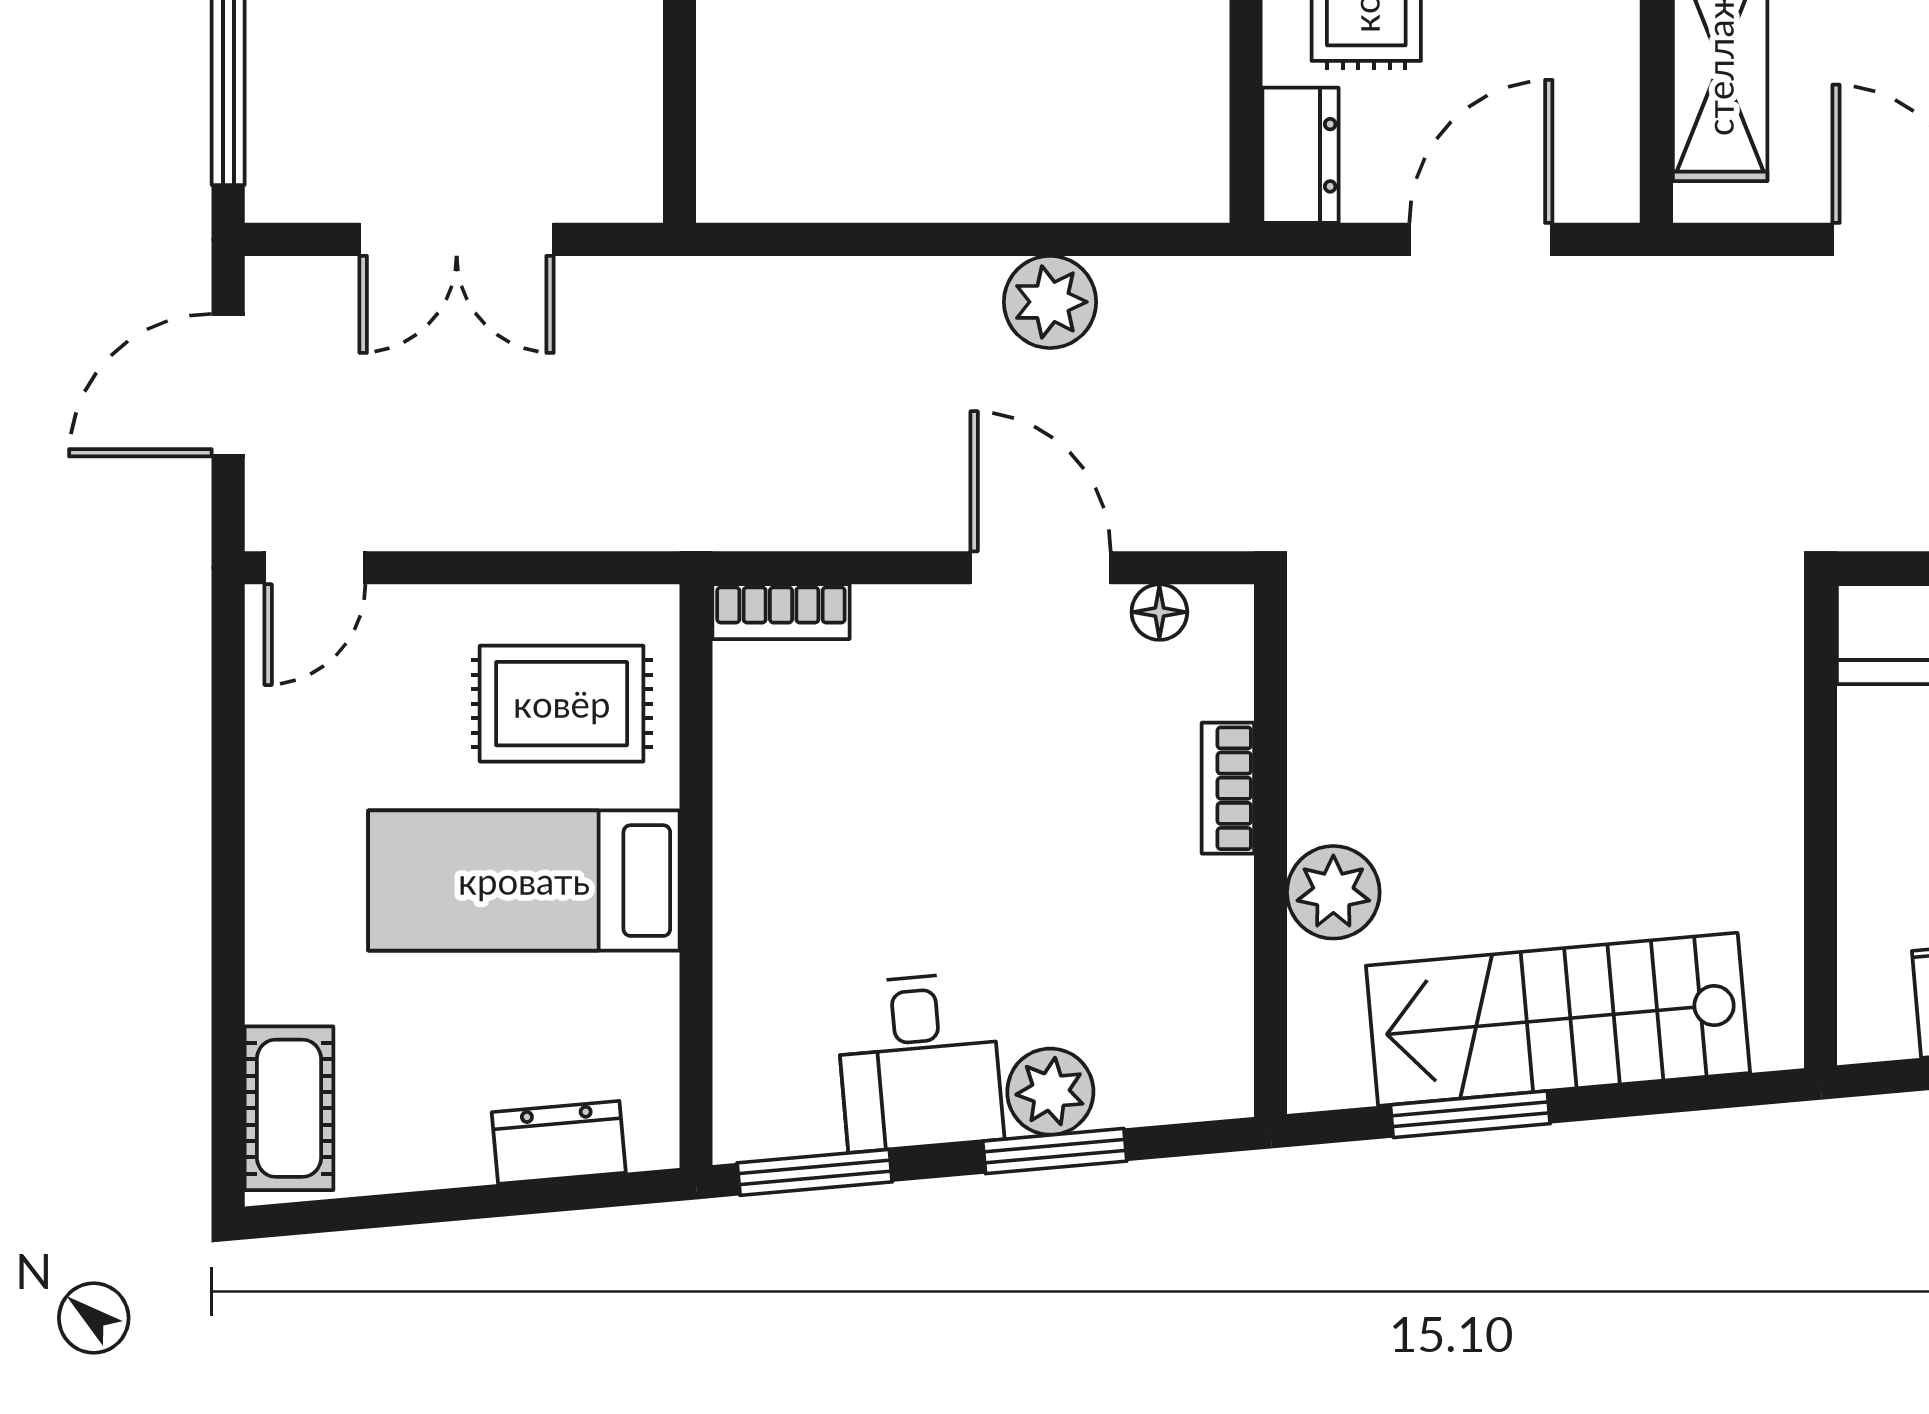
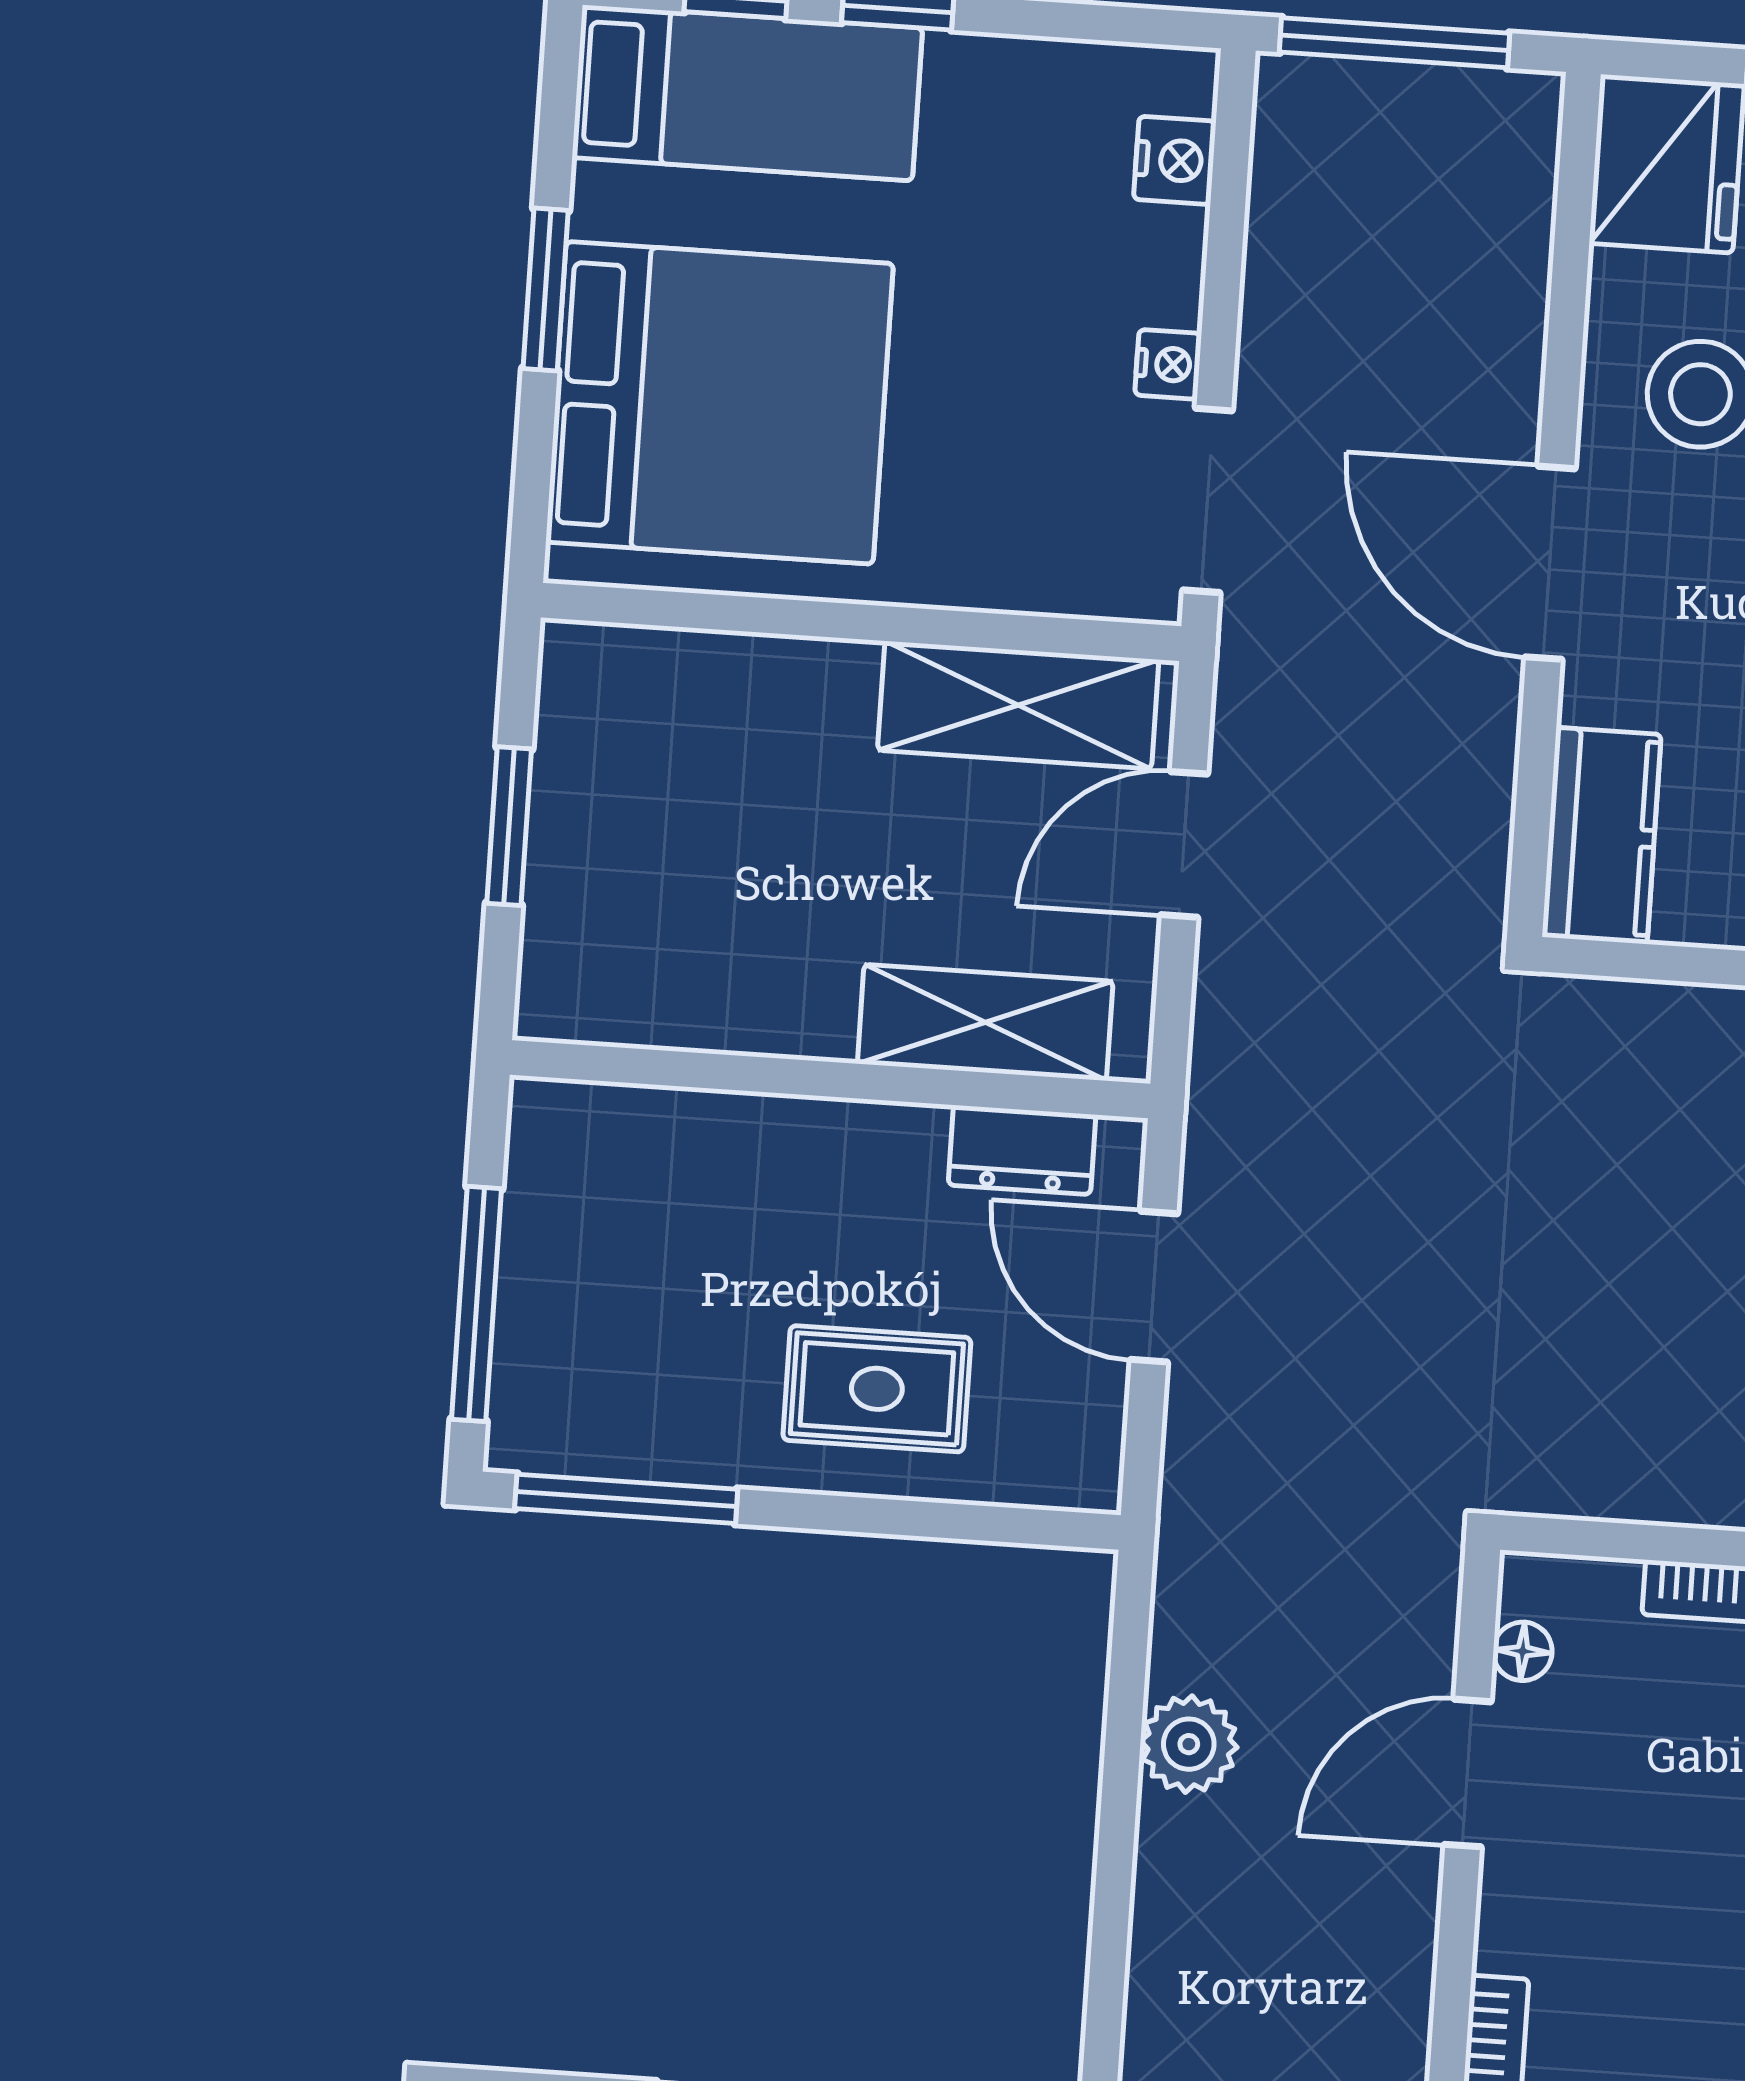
dresser: (1300, 155) -> (1022, 1150), moved, turned 180

